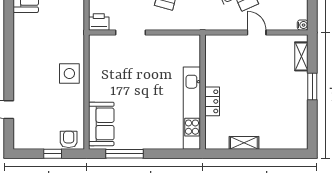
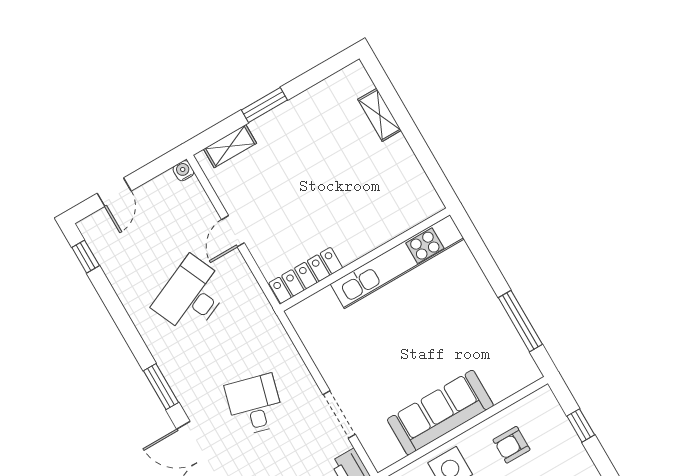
locker: (212, 101) -> (306, 275), moved, width x1.53
sofa: (101, 124) -> (440, 413), moved, width x1.36
armchair: (69, 139) -> (512, 445), moved
shelving: (244, 143) -> (380, 115), moved

